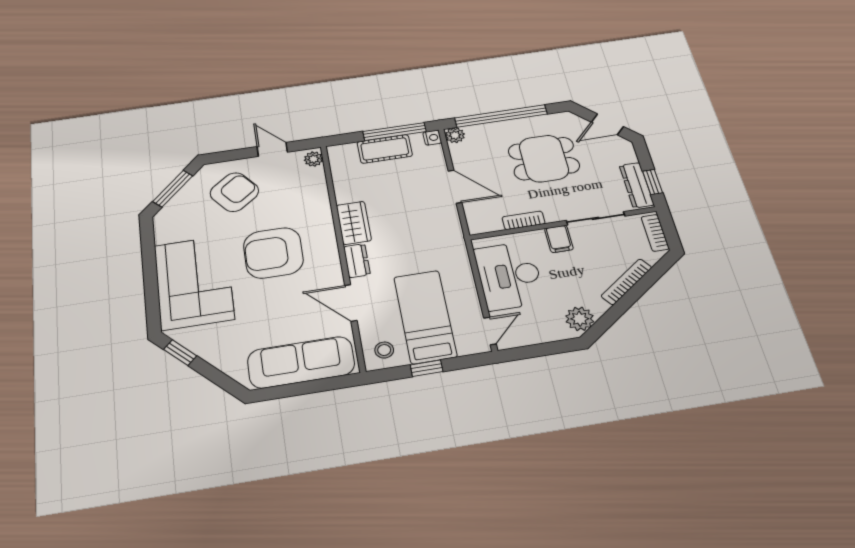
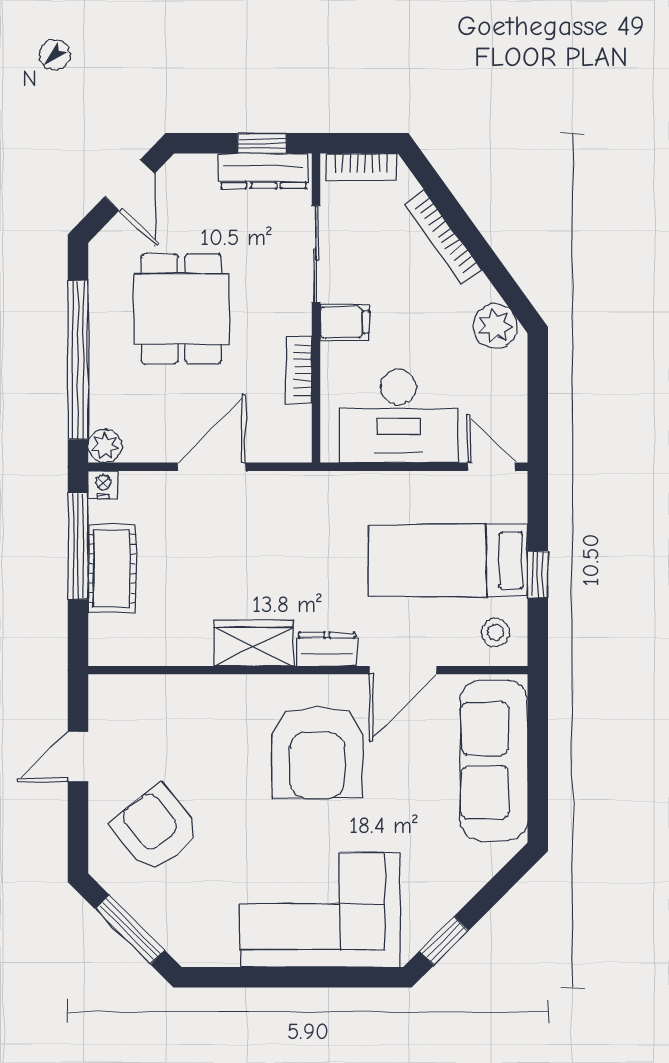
plant: (314, 159) -> (111, 690), removed
armchair: (273, 253) -> (317, 752), moved

